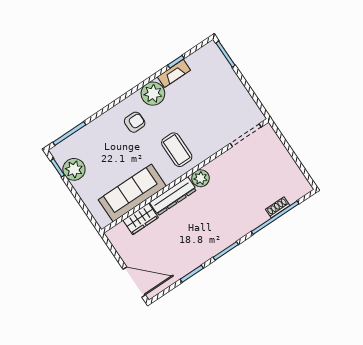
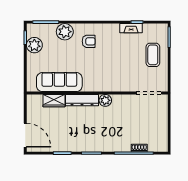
plant: (153, 94) -> (65, 32), moved
coffee table: (177, 150) -> (153, 55), moved

